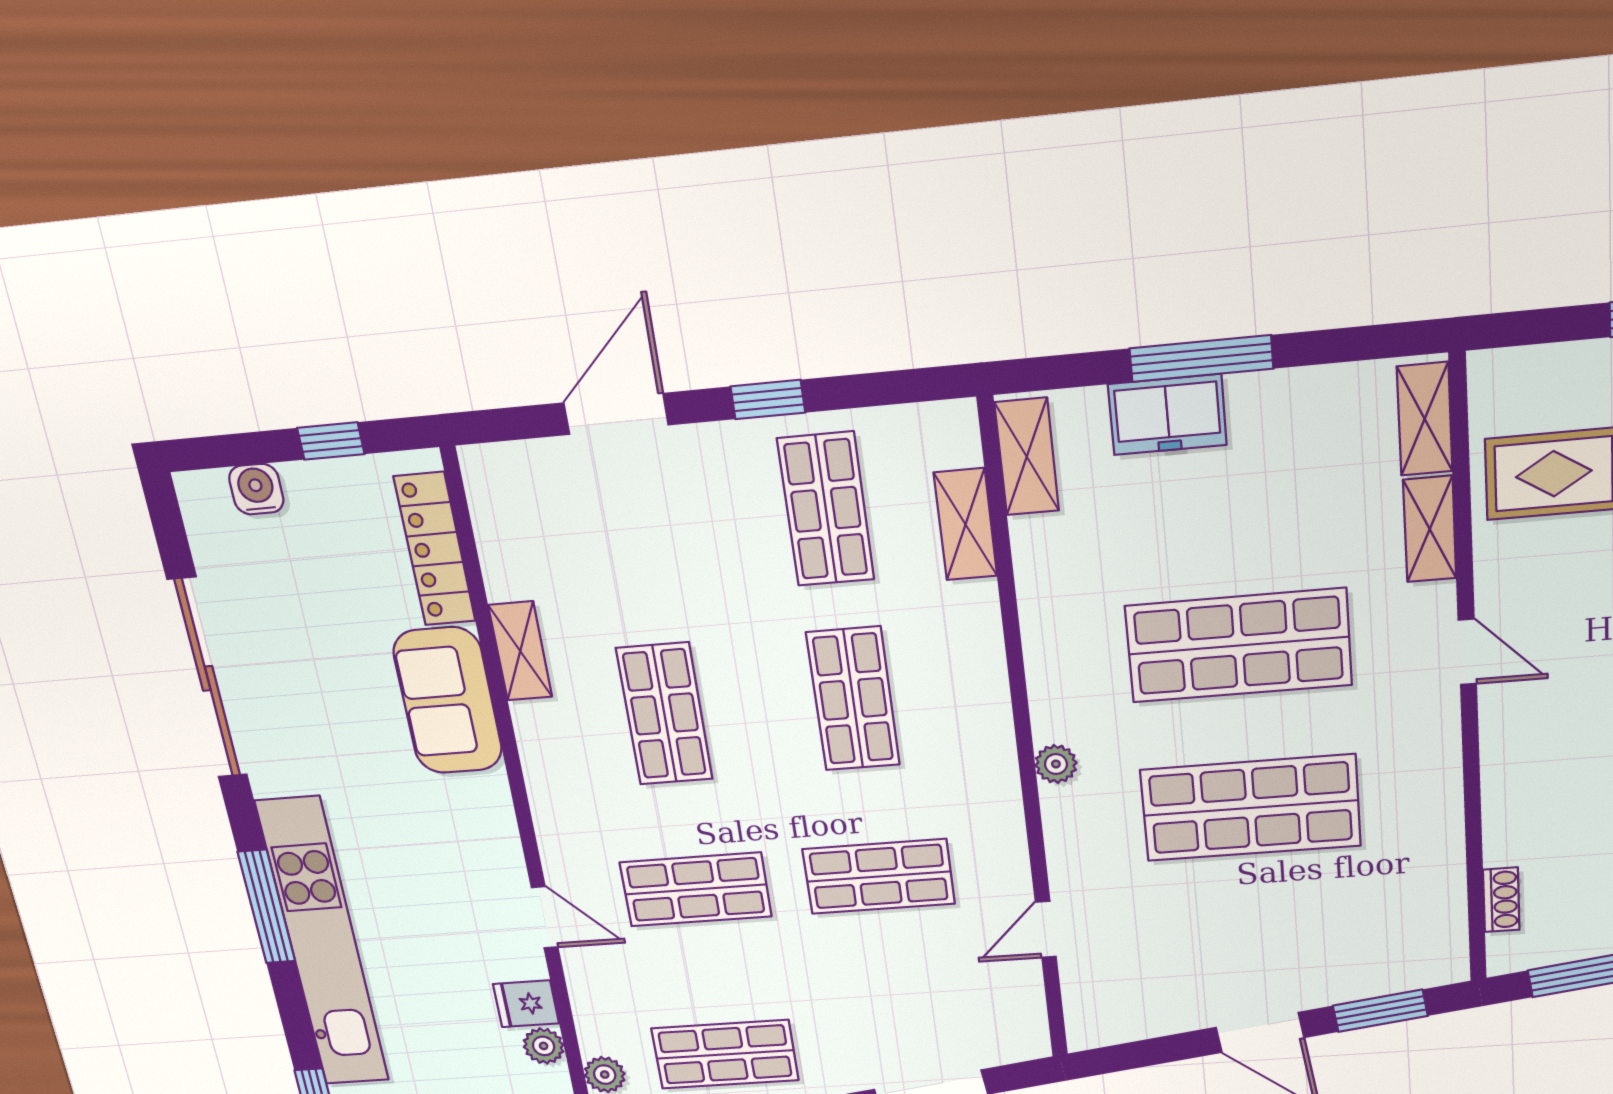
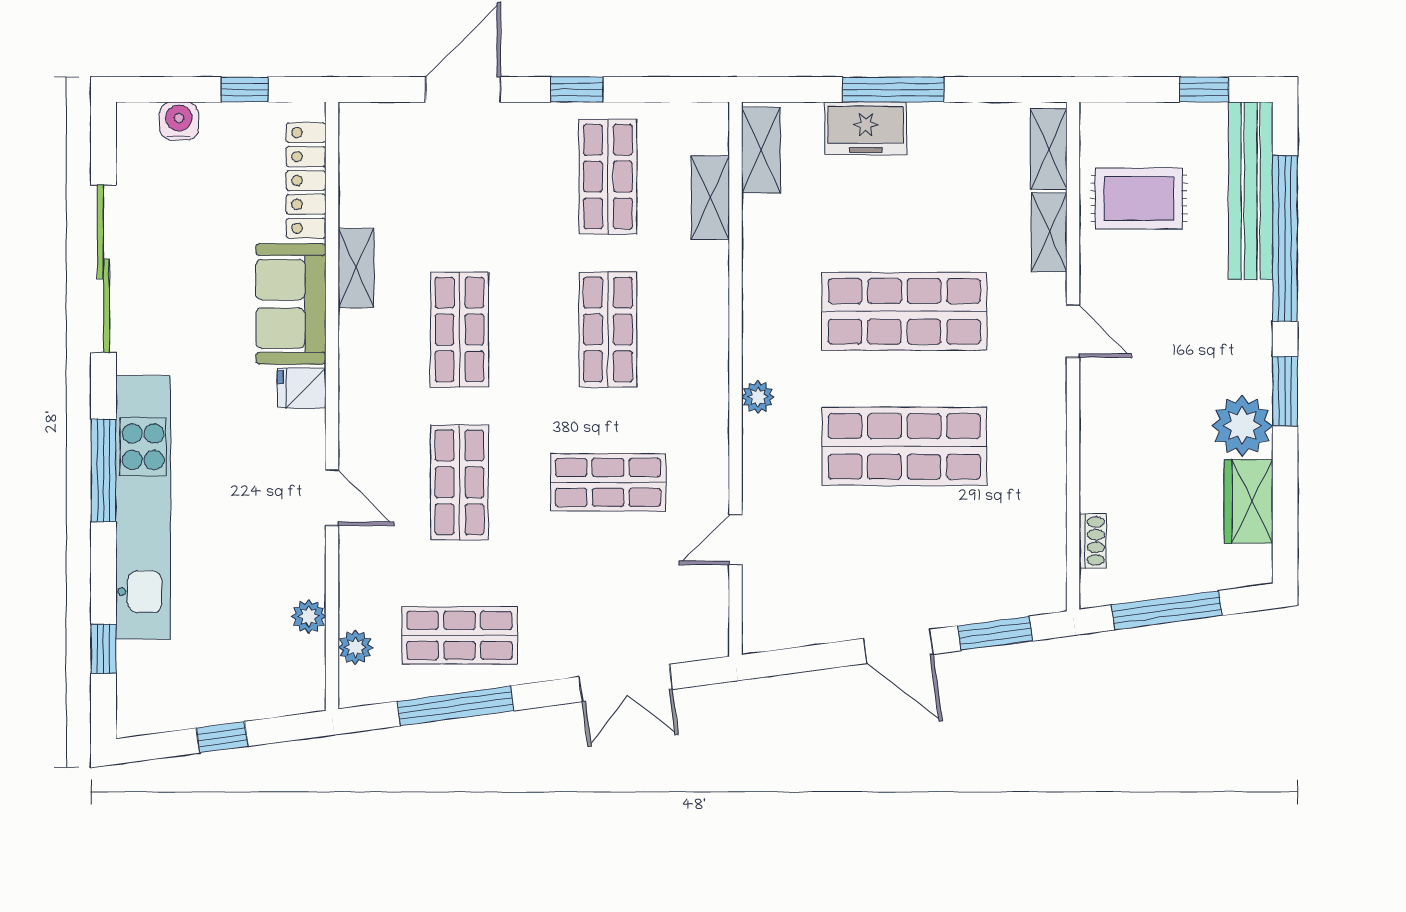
shop shelf: (696, 889) -> (459, 482), turned 90
fridge: (526, 1004) -> (302, 388), moved

